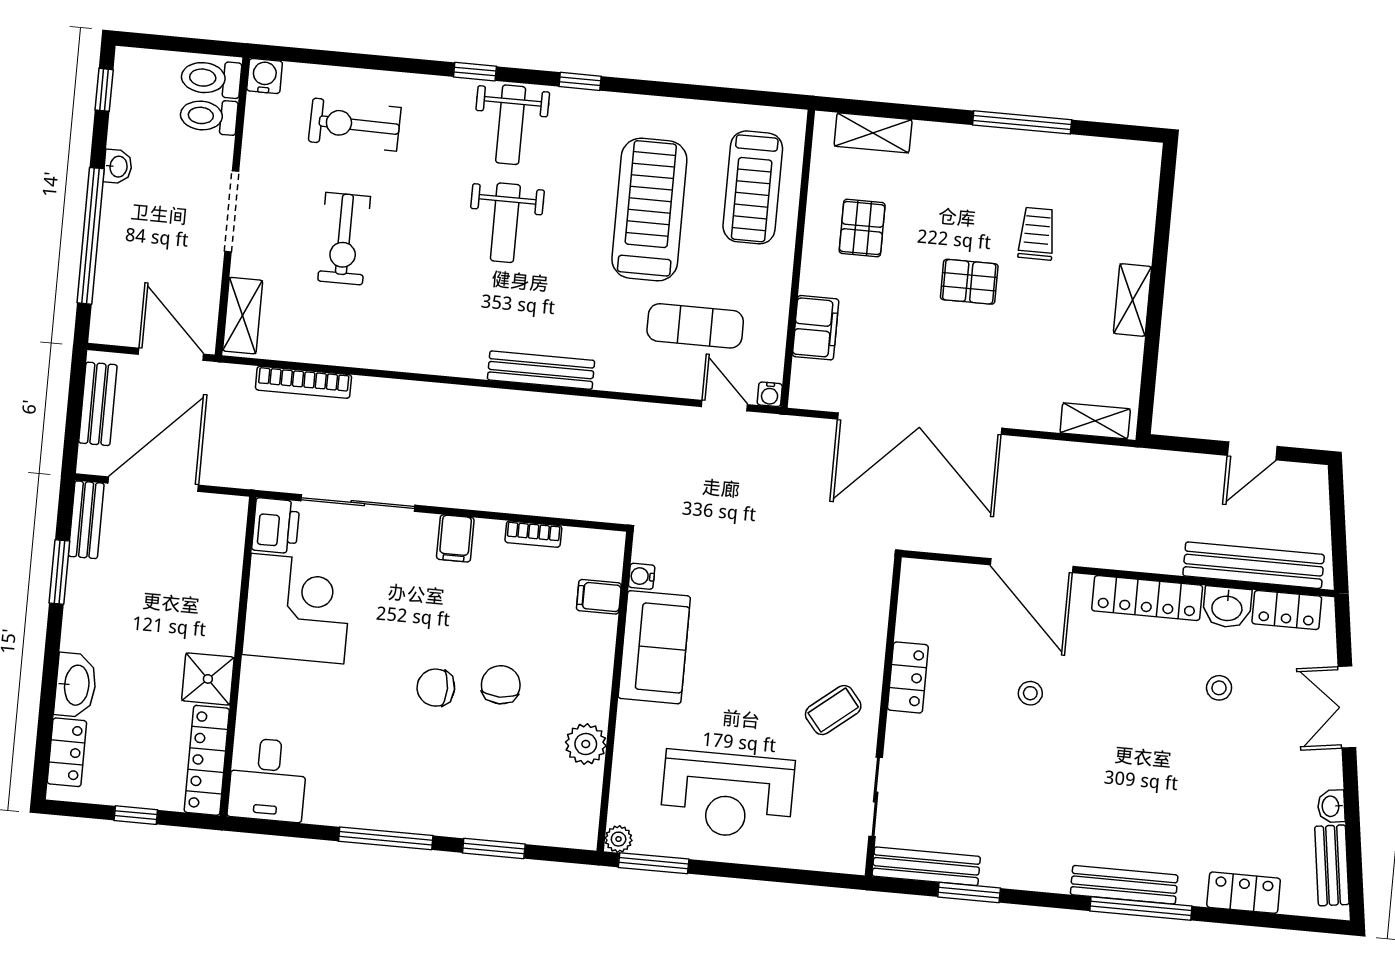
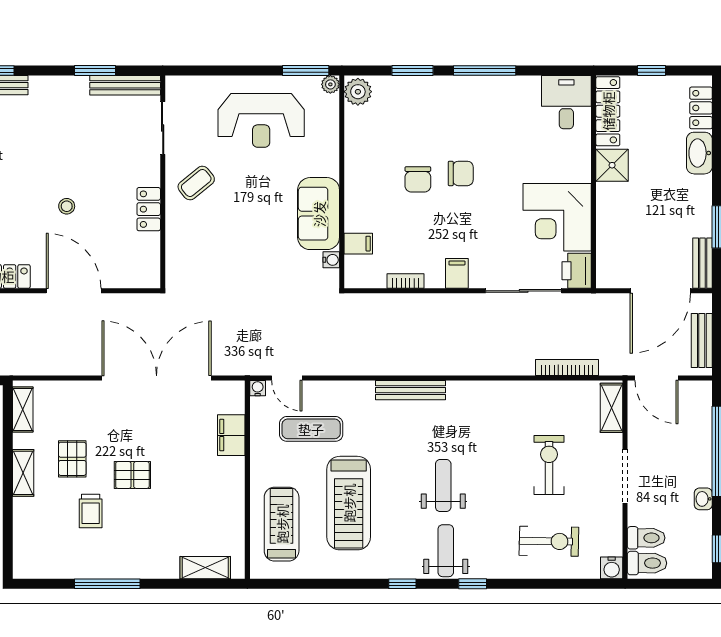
pallet: (862, 228) -> (72, 459), moved
shelving: (1095, 421) -> (23, 410), moved, turned 90
plant: (586, 744) -> (358, 92), moved
reception desk: (727, 795) -> (261, 120), turned 180

